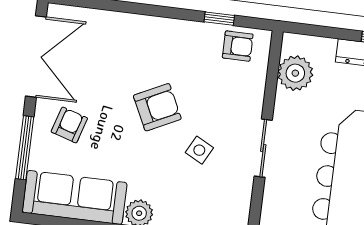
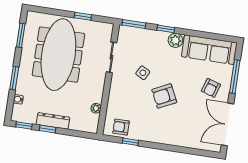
plant: (295, 73) -> (96, 108), width x0.53, depth x0.53
sliding door: (263, 148) -> (111, 57), moved

